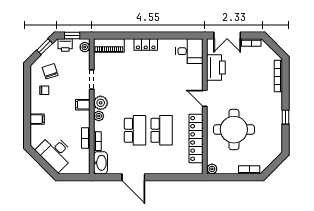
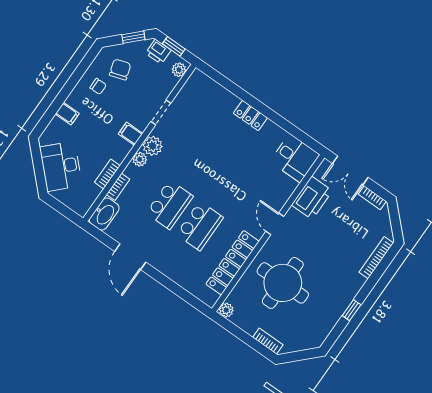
piano: (109, 45) -> (208, 87), removed

